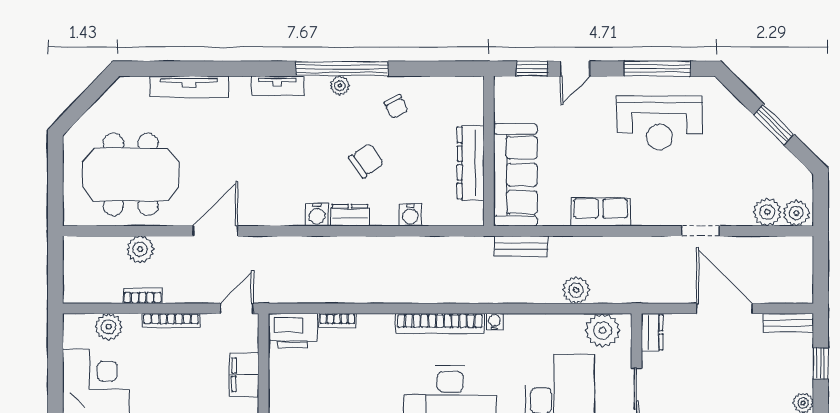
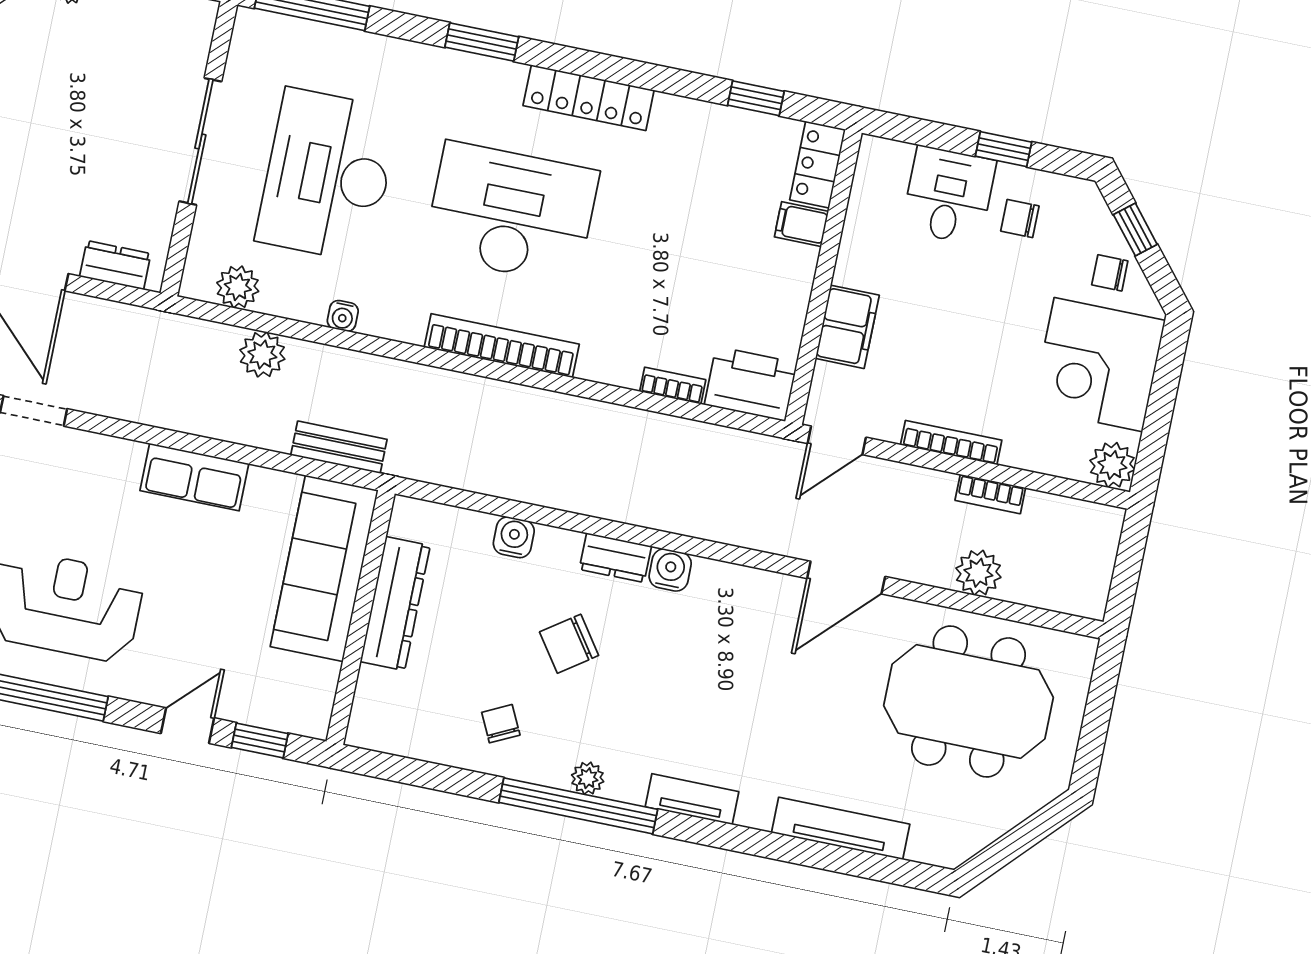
water cooler: (494, 322) -> (343, 316), moved
plant: (109, 327) -> (1112, 465), moved
plant: (603, 330) -> (238, 287), width x0.73, depth x0.73
dresser: (652, 332) -> (115, 265), moved, turned 90

